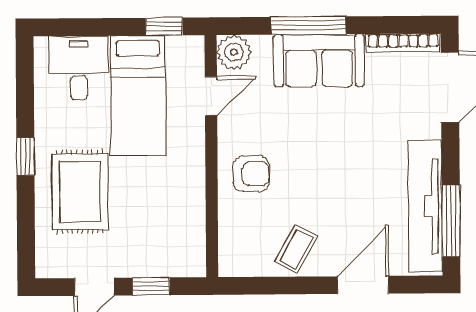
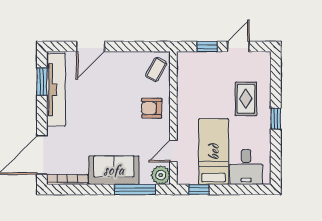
window: (308, 26) -> (135, 189), moved
rug: (80, 192) -> (246, 99), width x0.73, depth x0.70
window: (451, 221) -> (42, 82), width x0.69
coffee table: (296, 249) -> (156, 69), moved

